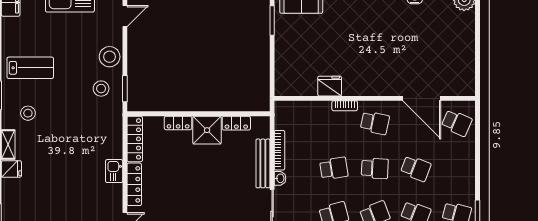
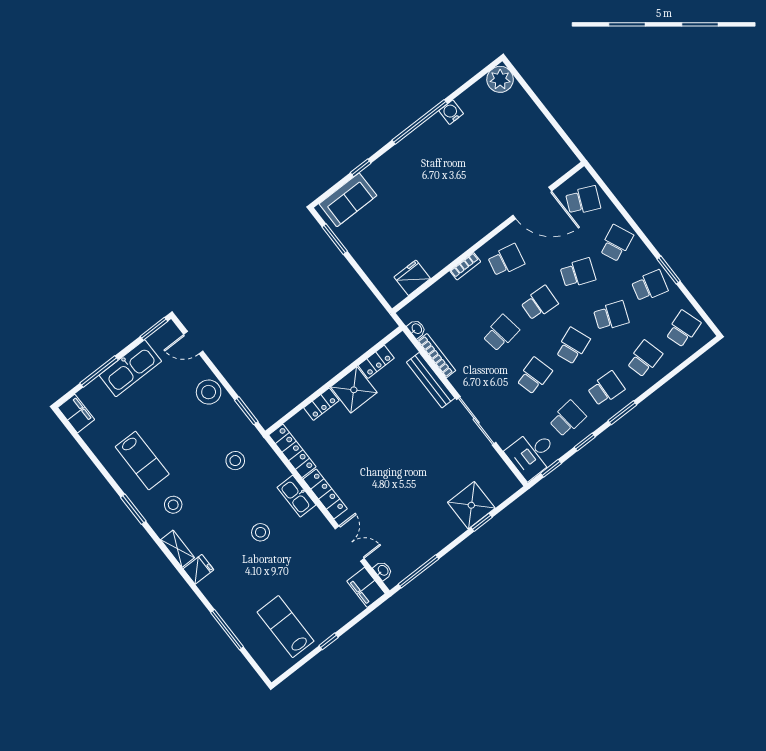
door: (125, 16) -> (193, 343), swing flipped
lab bench: (30, 68) -> (142, 461), turned 90
fridge: (330, 86) -> (412, 278), moved
stool: (101, 89) -> (235, 461), moved
school desk: (457, 168) -> (616, 243), added
kitchen sink: (114, 171) -> (297, 496), width x1.38
stool: (72, 176) -> (261, 532), added
washbasin: (280, 178) -> (417, 329), moved

